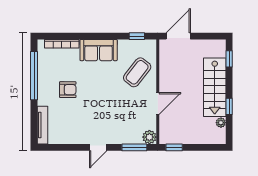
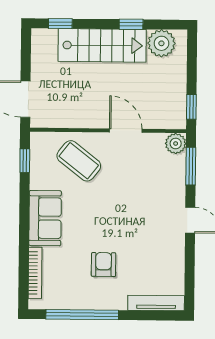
plant: (221, 123) -> (161, 43), width x1.88, depth x1.88

